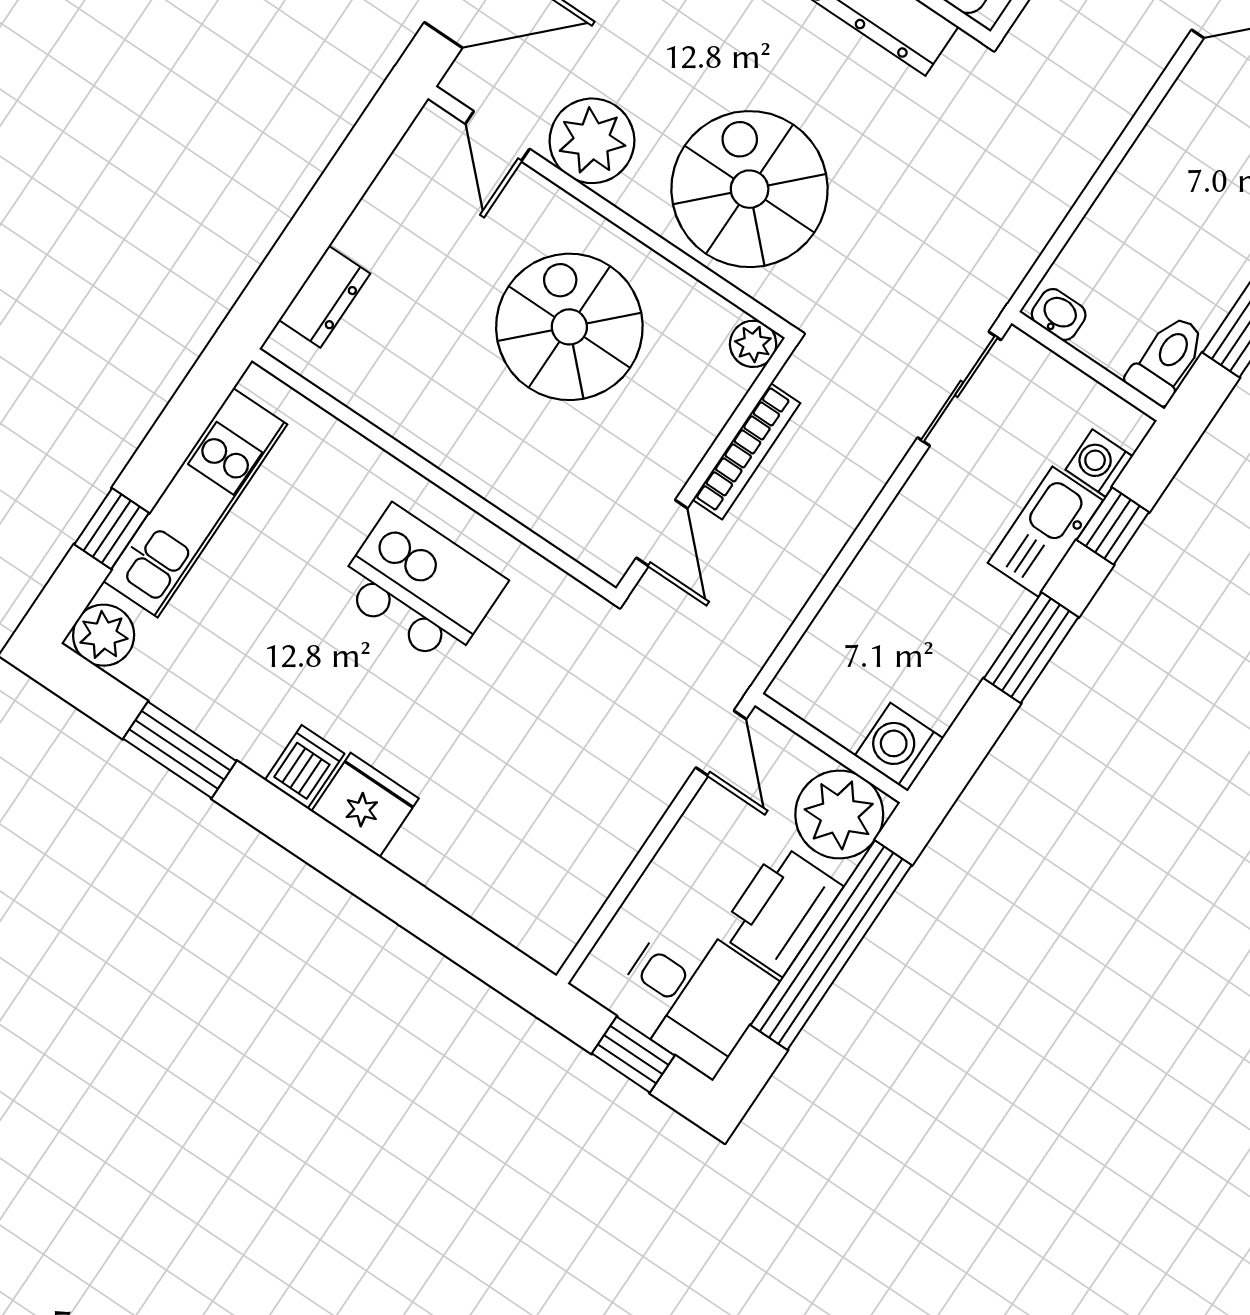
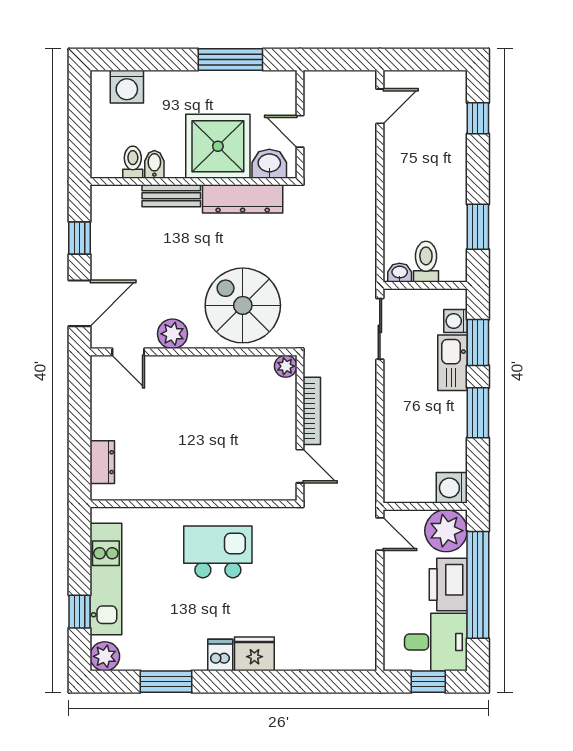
plant: (592, 141) -> (172, 334), width x0.73, depth x0.73
spiral stairs: (569, 327) -> (208, 409), removed
toilet: (1167, 360) -> (426, 262), moved
window: (1113, 526) -> (478, 342), width x1.50

